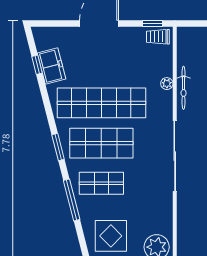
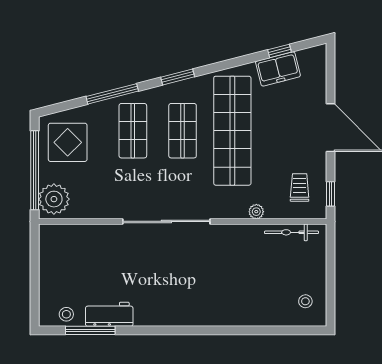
trolley: (158, 37) -> (300, 187), moved
bicycle: (184, 88) -> (291, 232), moved
shop shelf: (101, 143) -> (183, 131), width x0.70, depth x0.74

